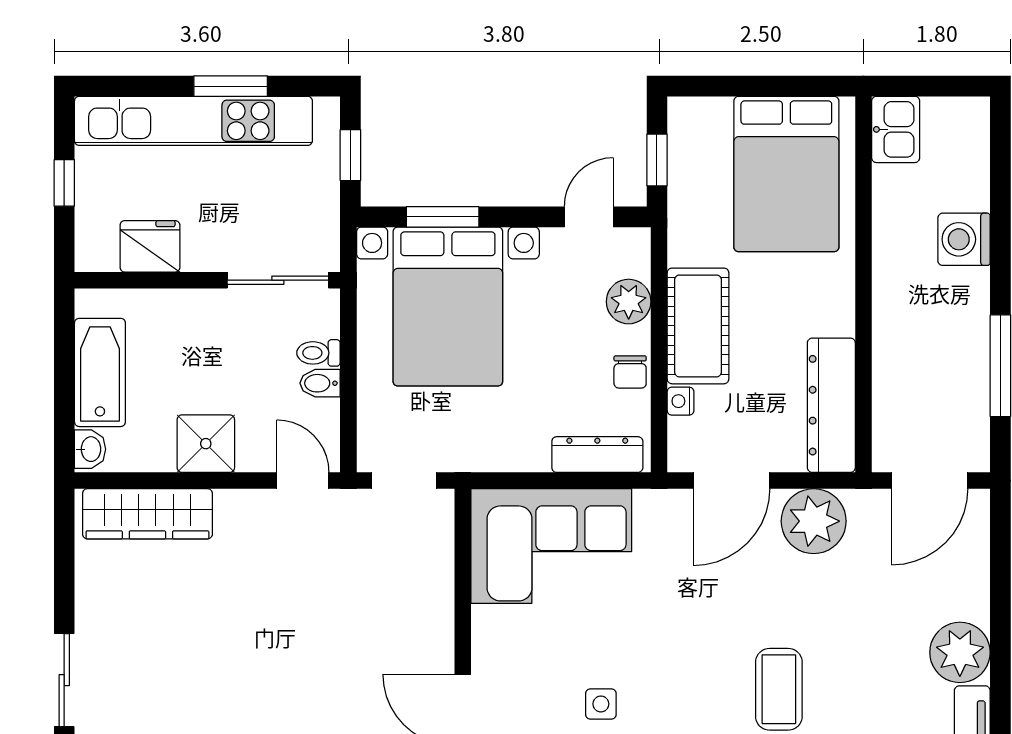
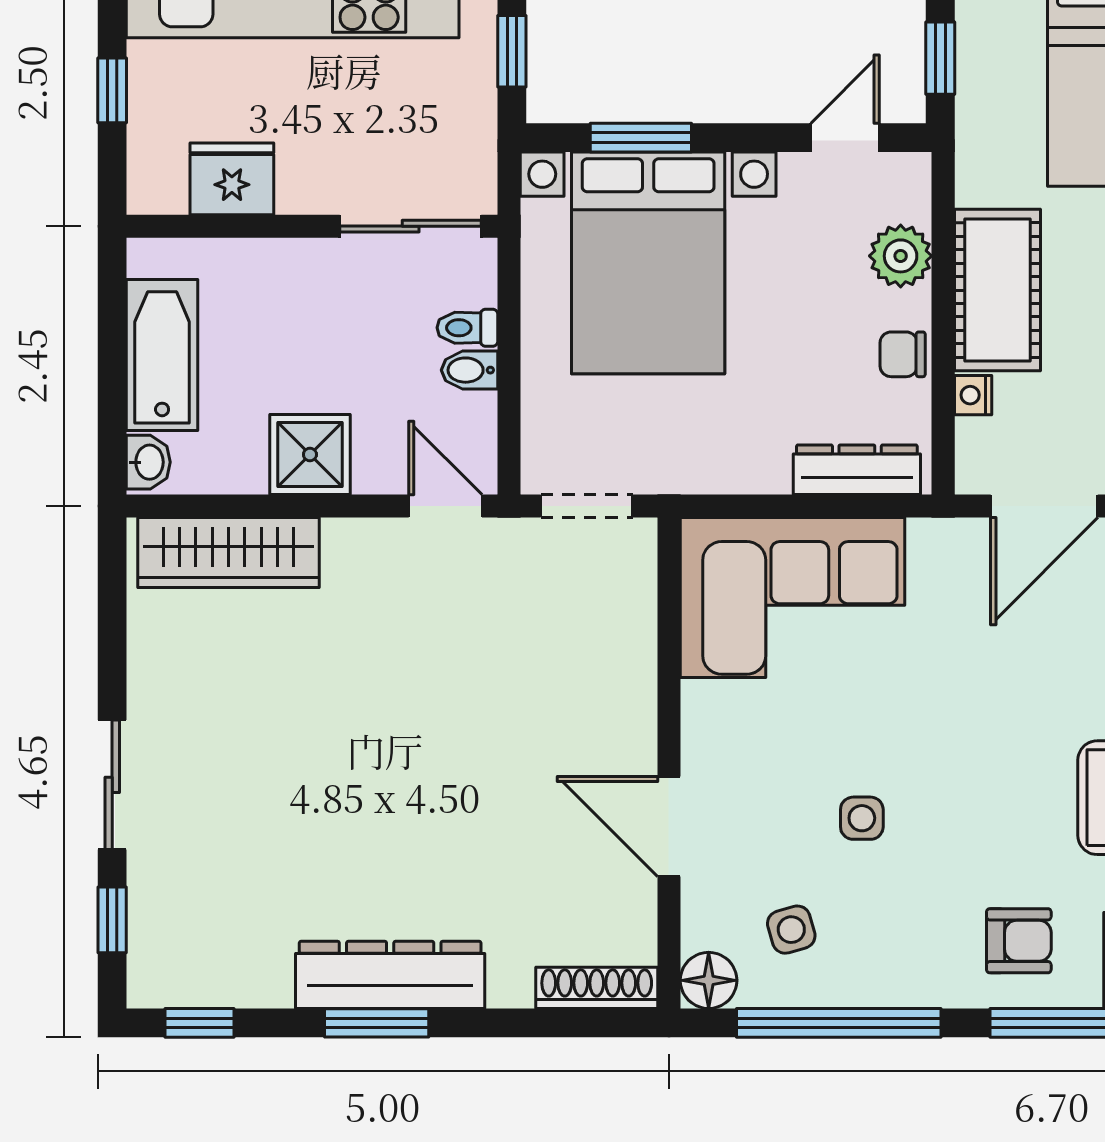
chair: (630, 372) -> (903, 354), turned 90

